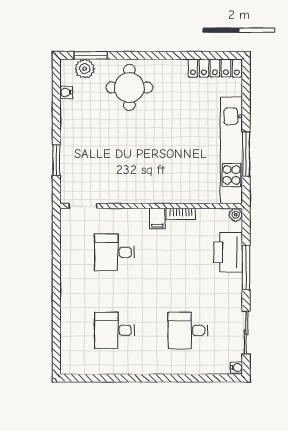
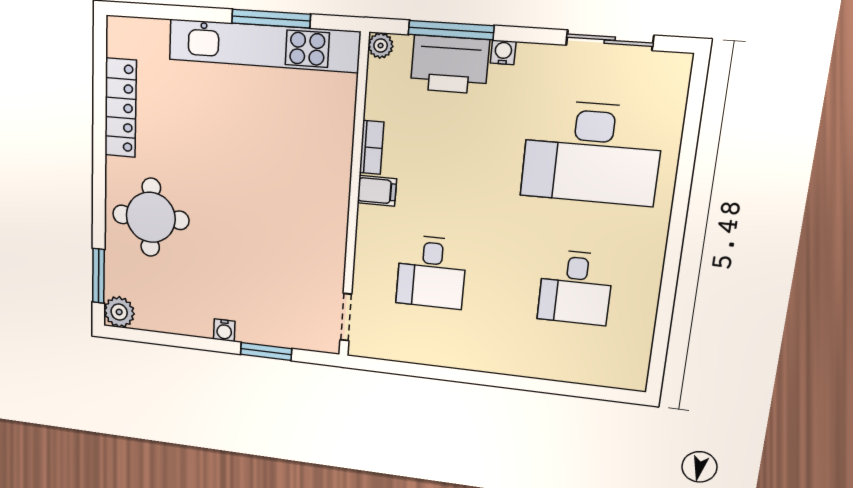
locker: (215, 68) -> (121, 108), moved
plant: (85, 69) -> (119, 312), moved
water cooler: (66, 92) -> (224, 330), moved
window: (246, 268) -> (451, 30), moved
desk: (188, 330) -> (592, 153), width x1.87, depth x1.30
water cooler: (236, 367) -> (503, 52), moved

